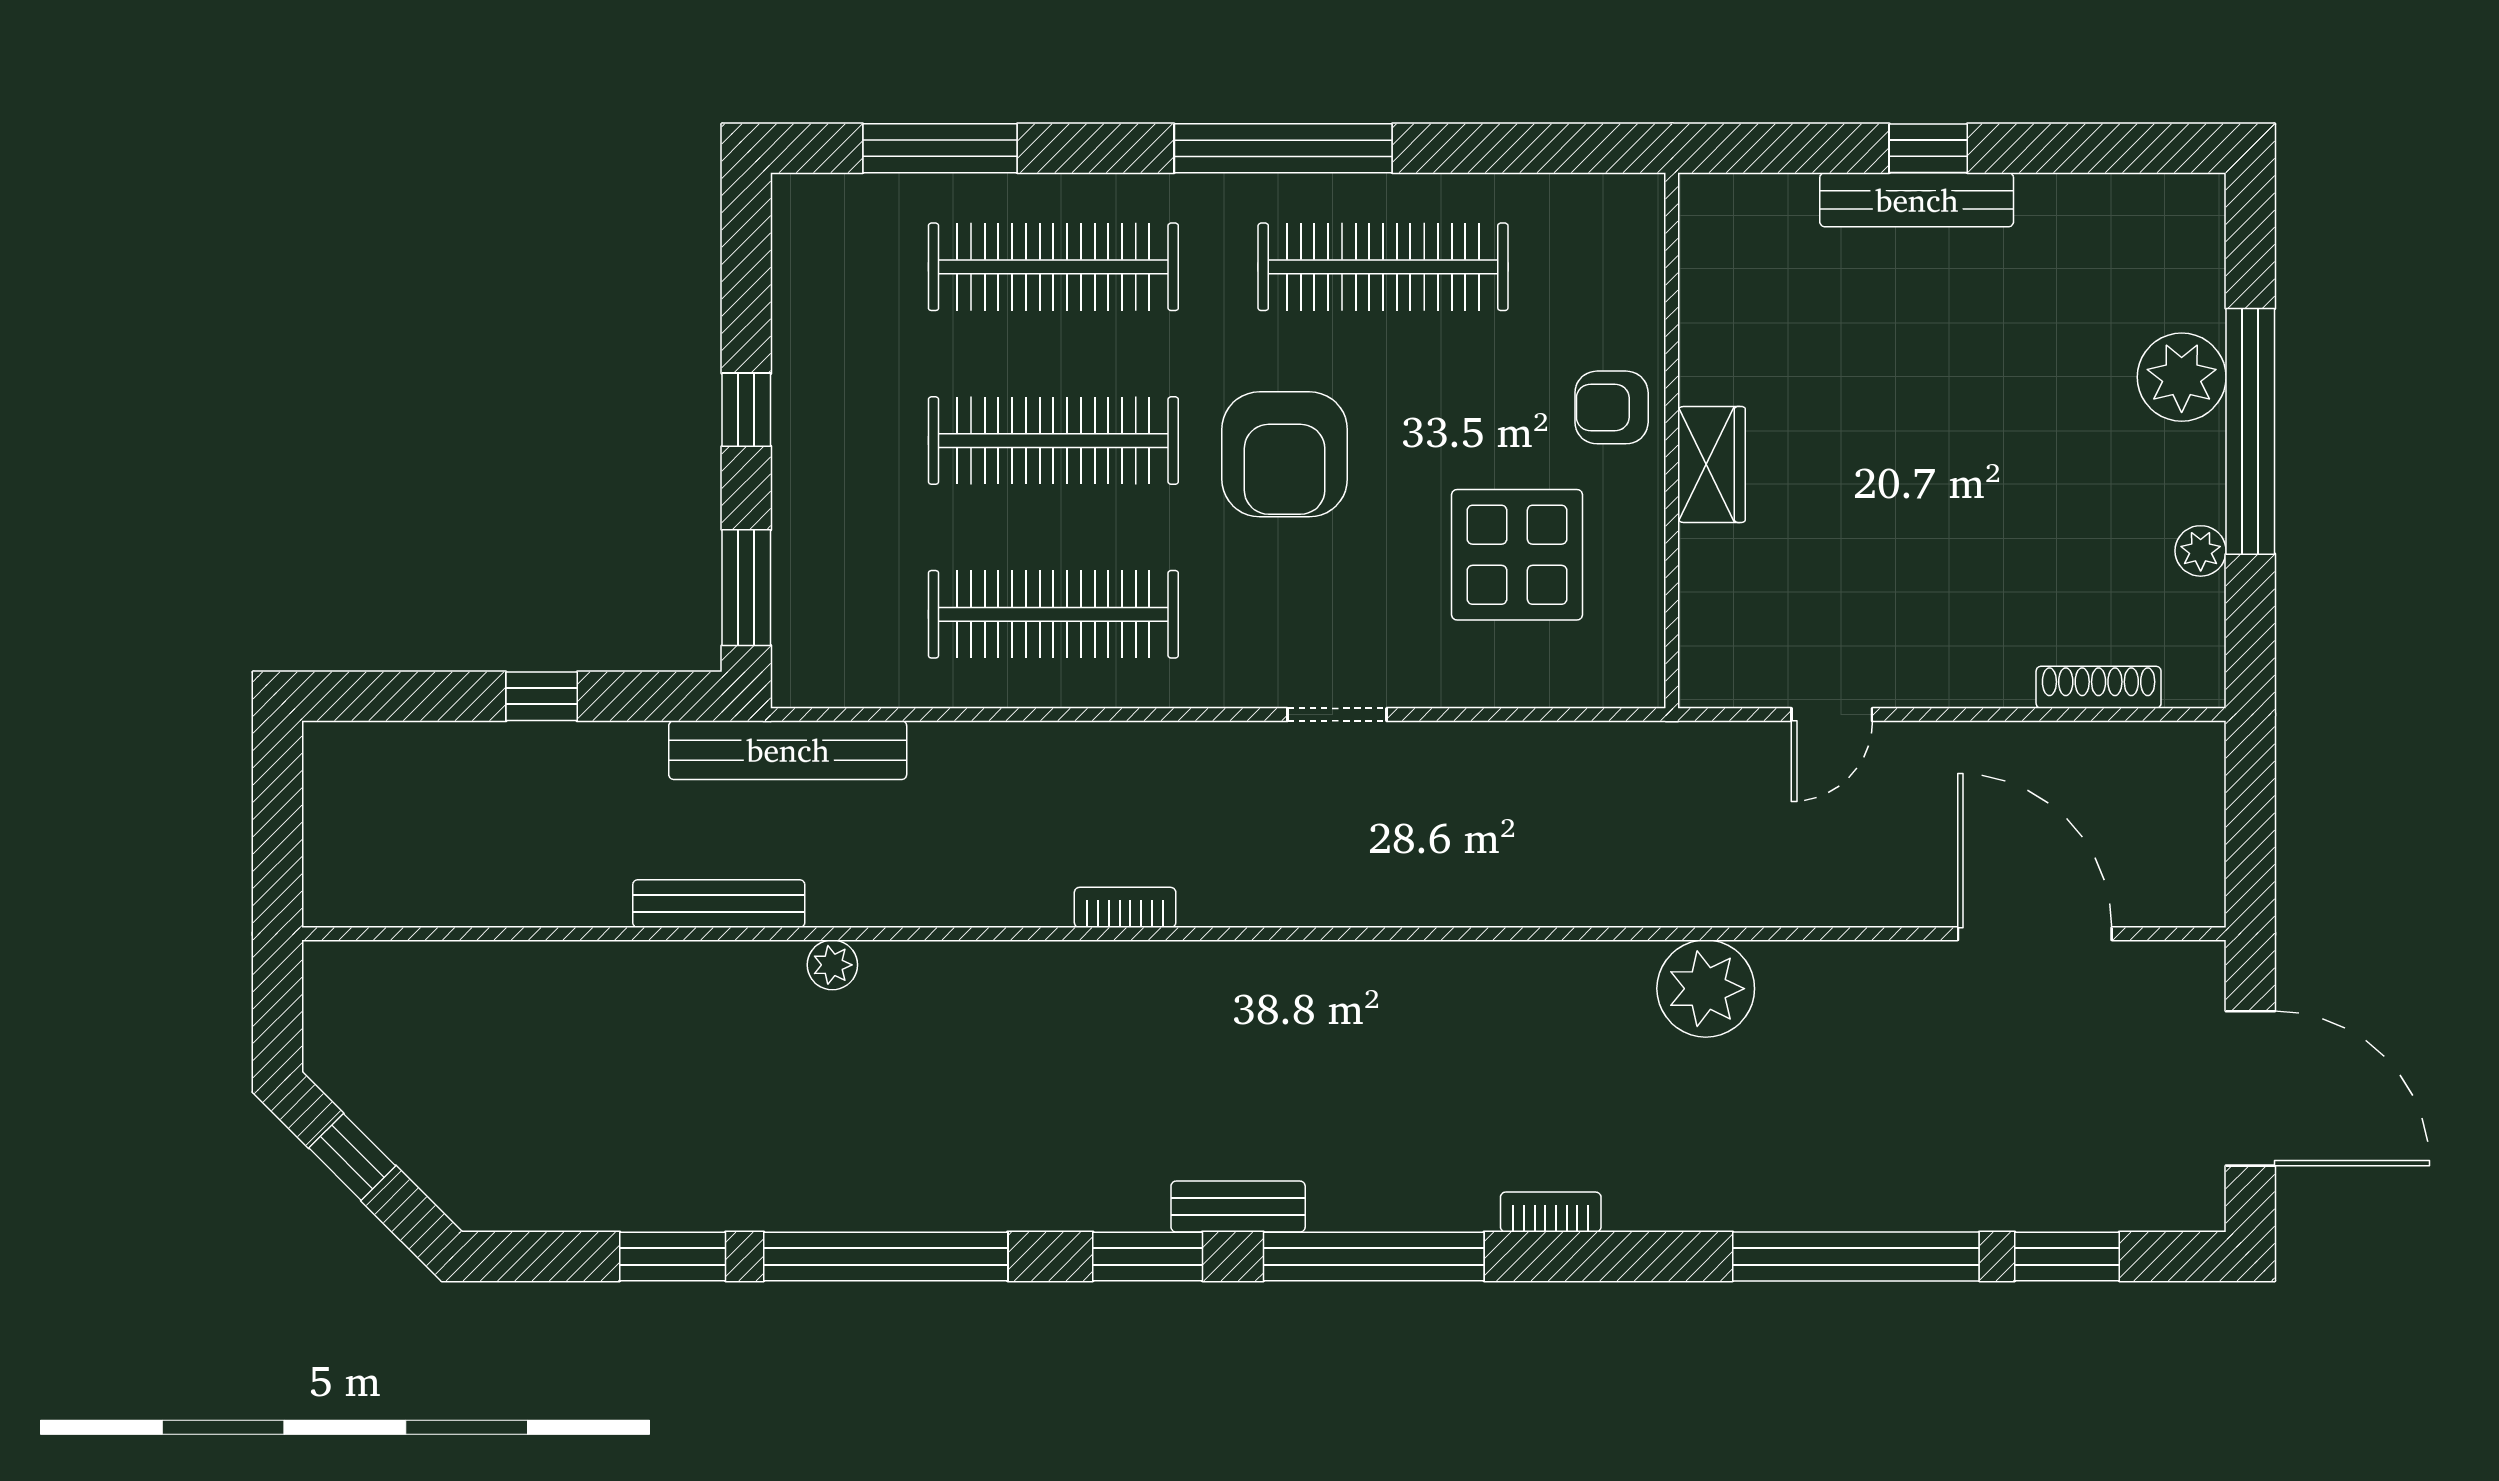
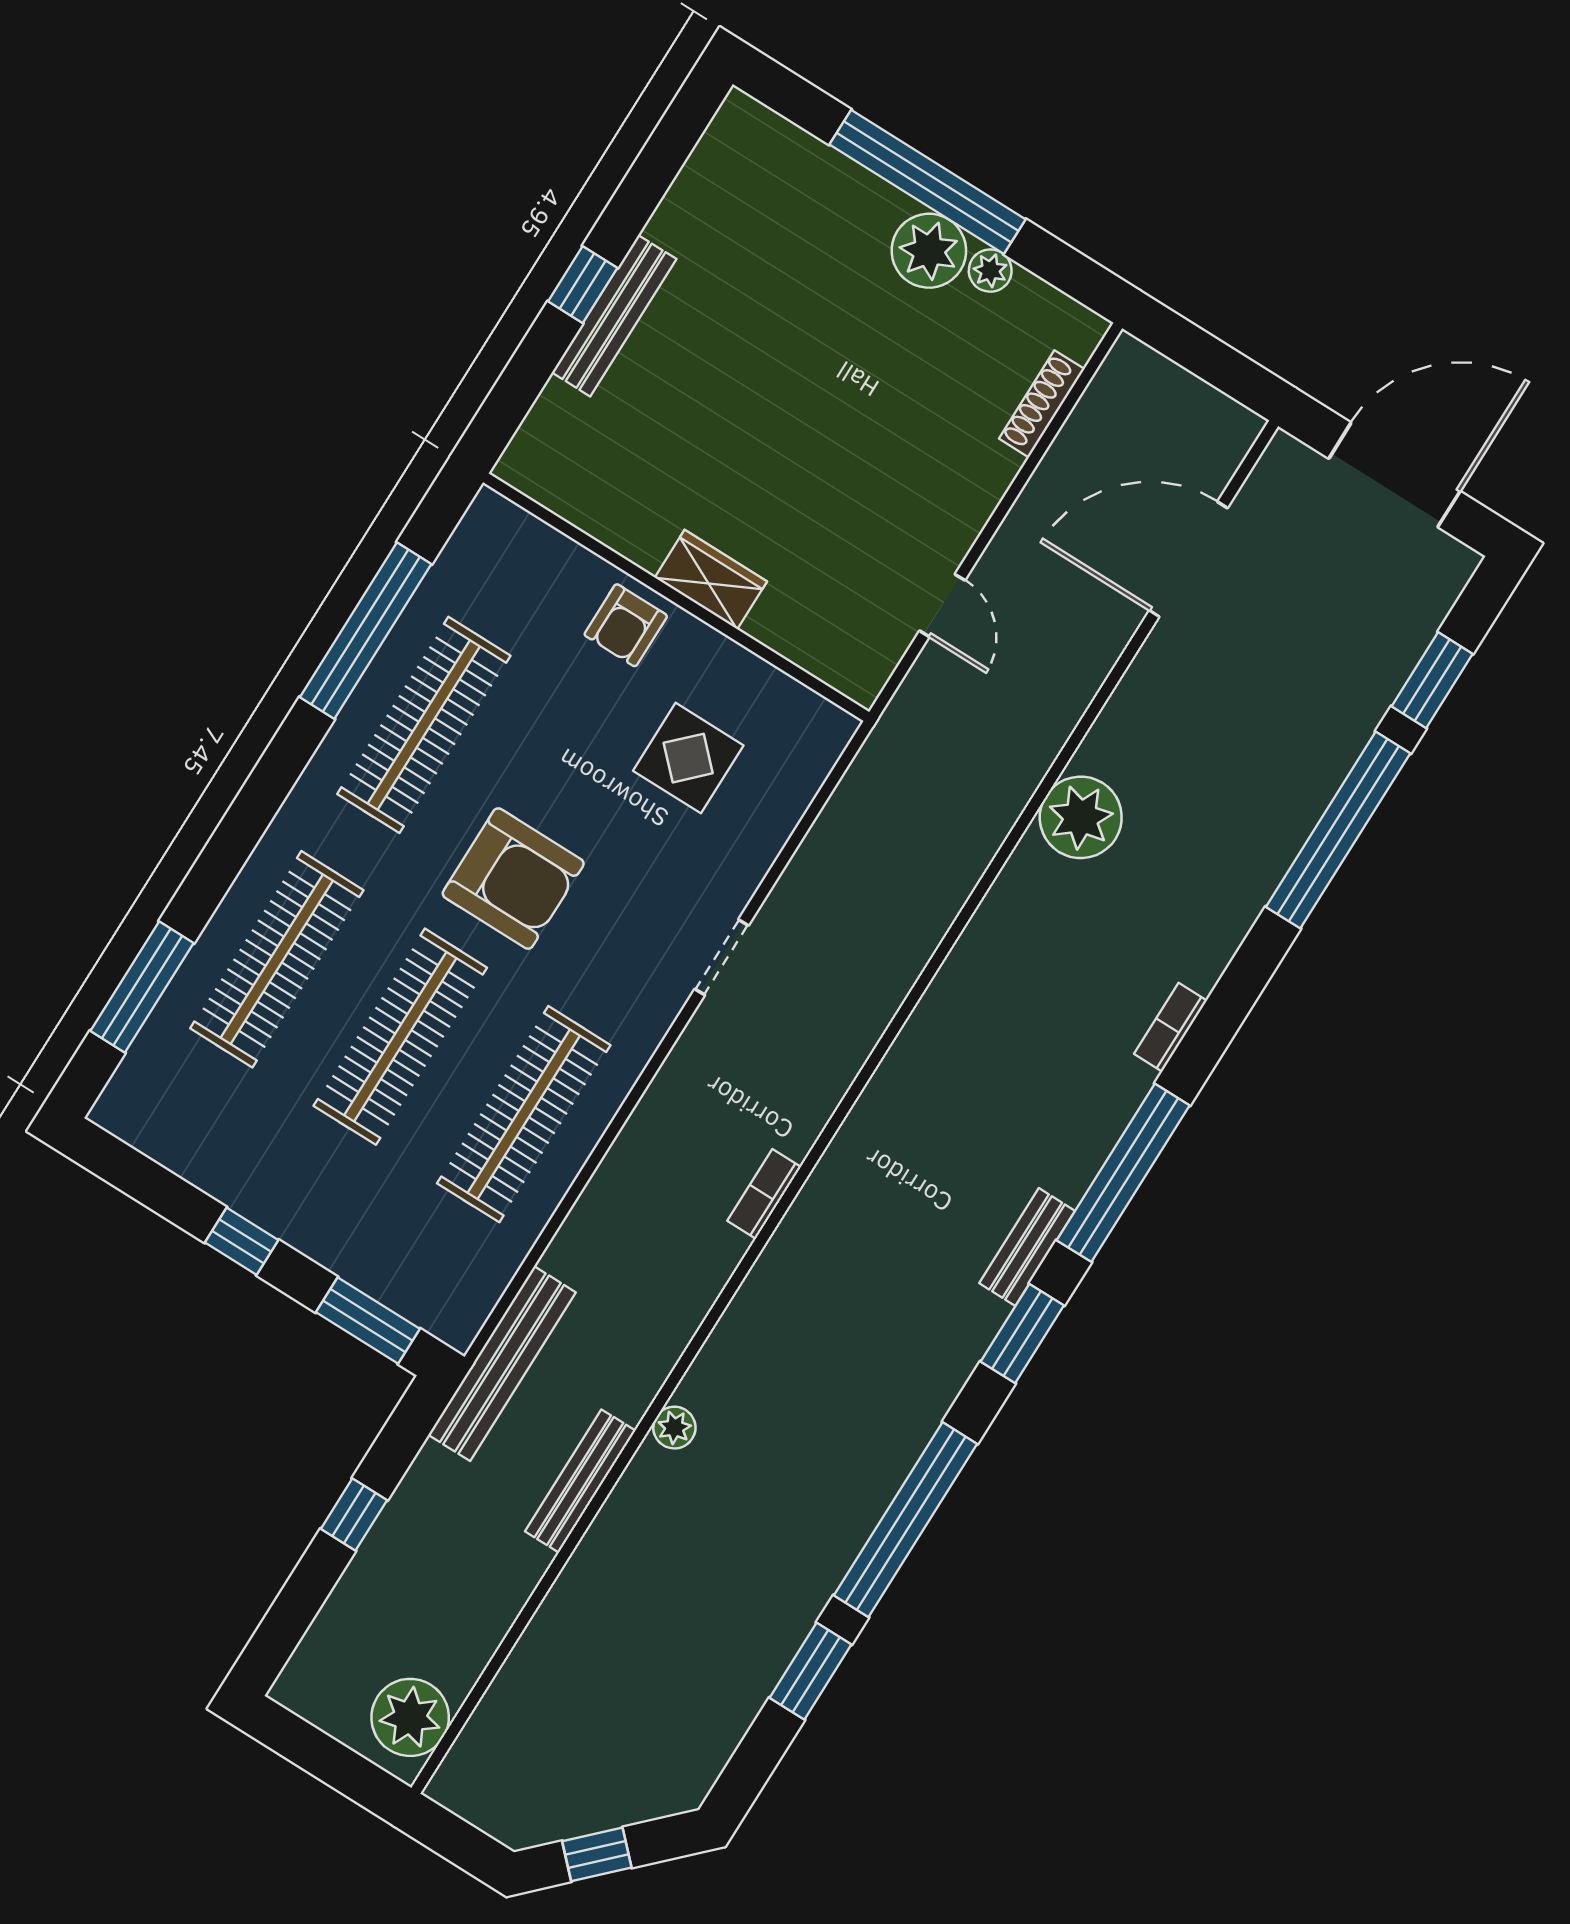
window: (1283, 148) -> (366, 631), moved
plant: (2182, 377) -> (929, 251), moved
display table: (1517, 555) -> (688, 758), width x0.73, depth x0.73
plant: (372, 882) -> (410, 1717), added

